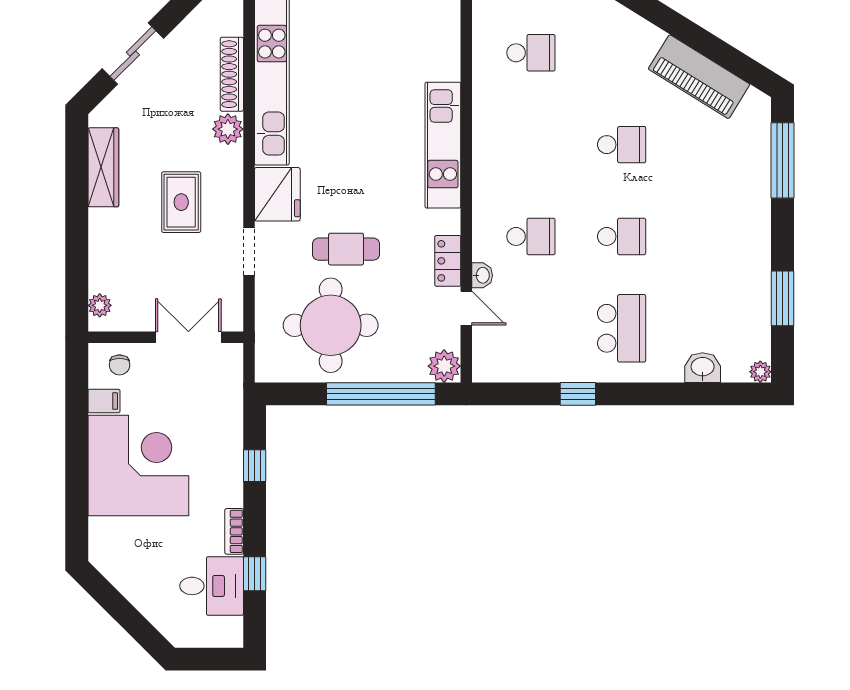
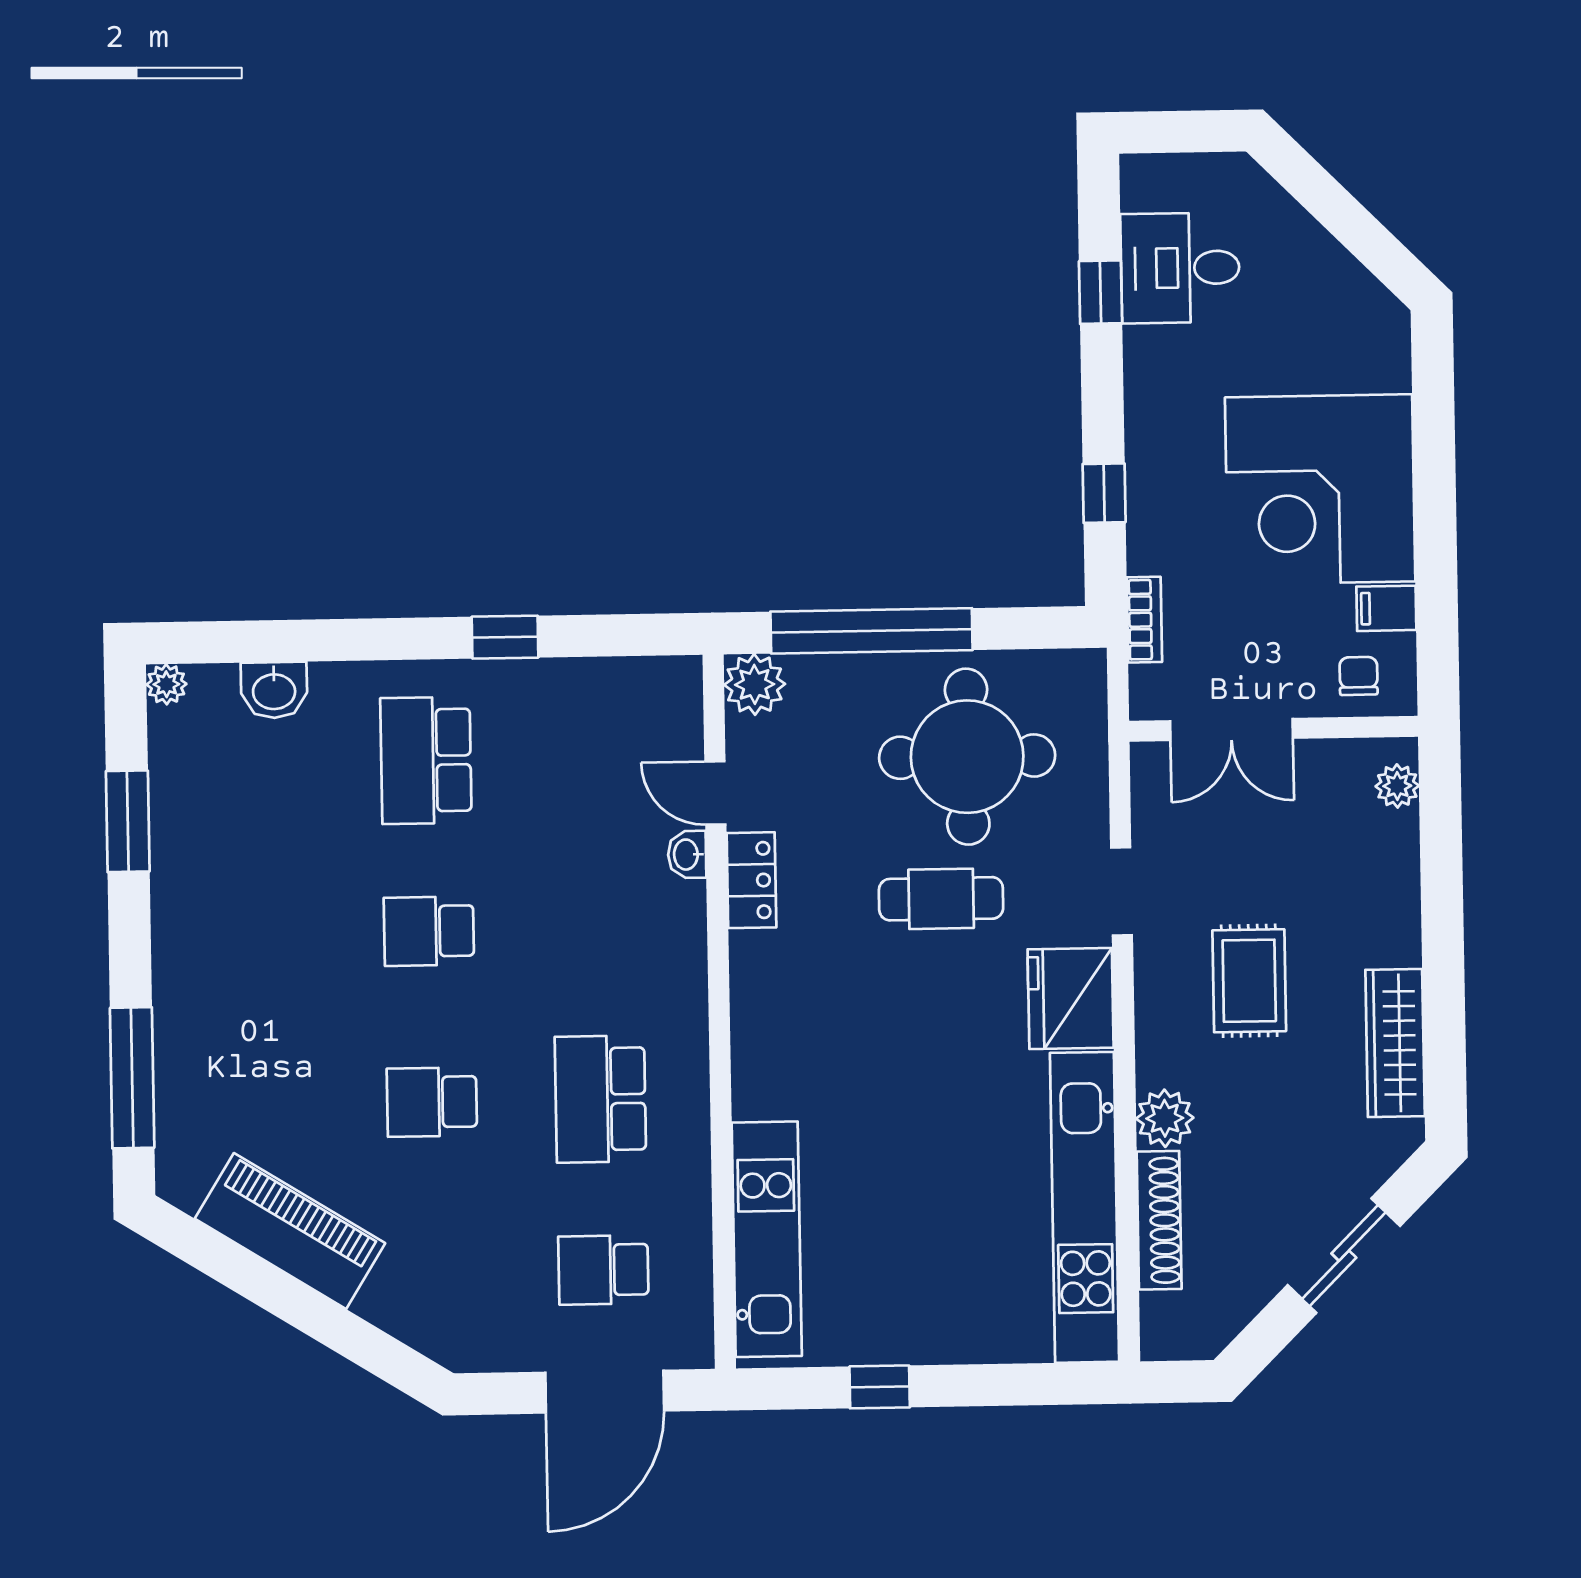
kitchen unit: (443, 145) -> (767, 1239), moved
school desk: (531, 236) -> (600, 1099), moved, width x1.85
bookcase: (234, 531) -> (1144, 620), moved

